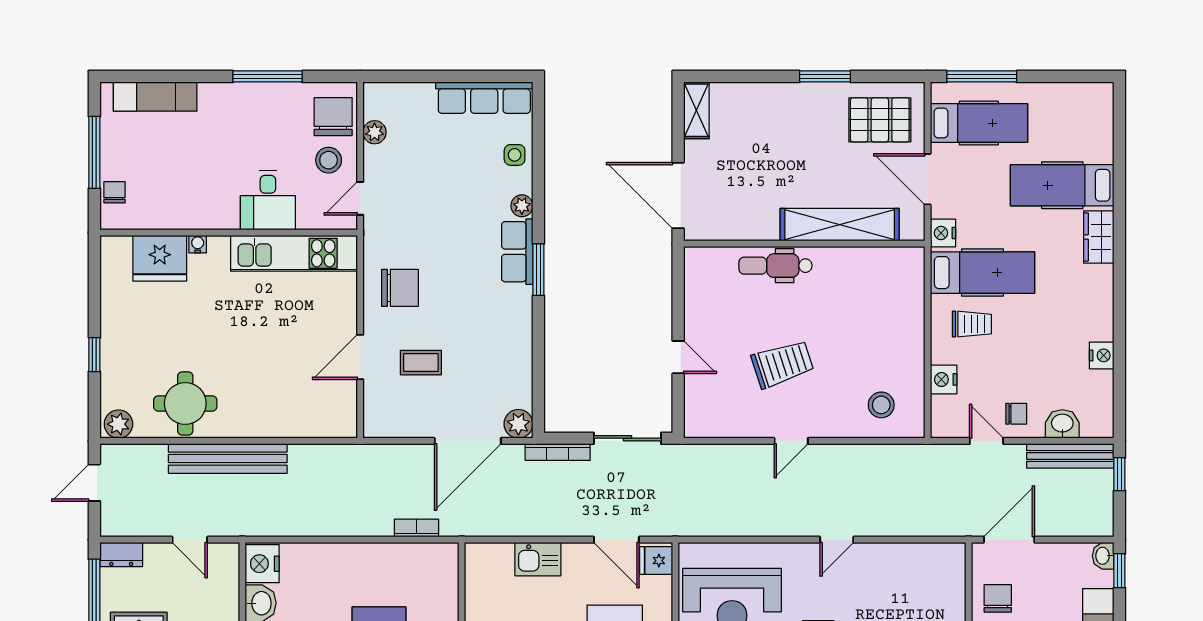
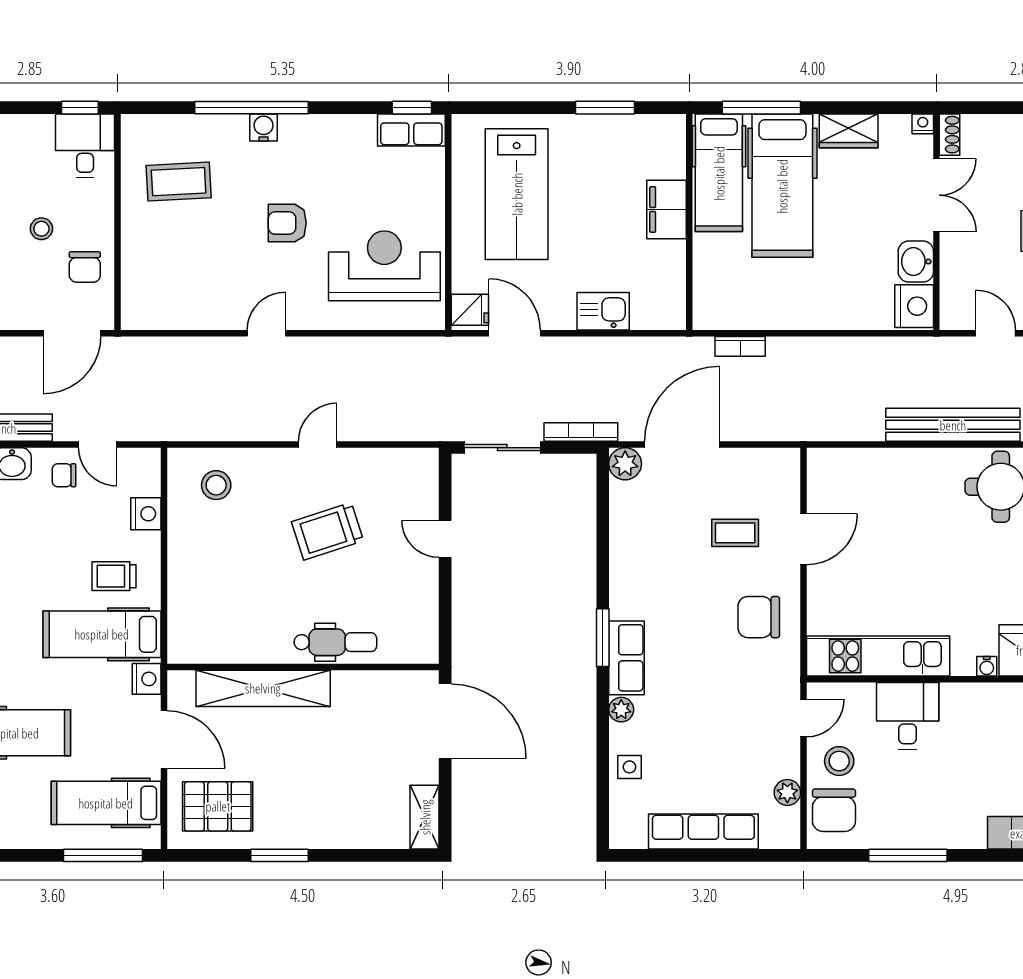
row of seats: (484, 98) -> (703, 832), moved

